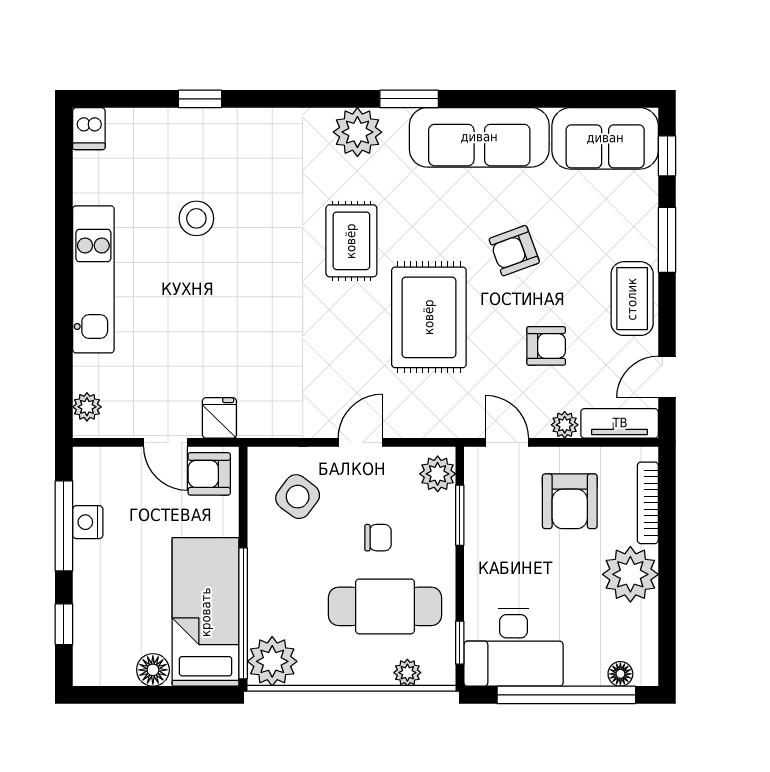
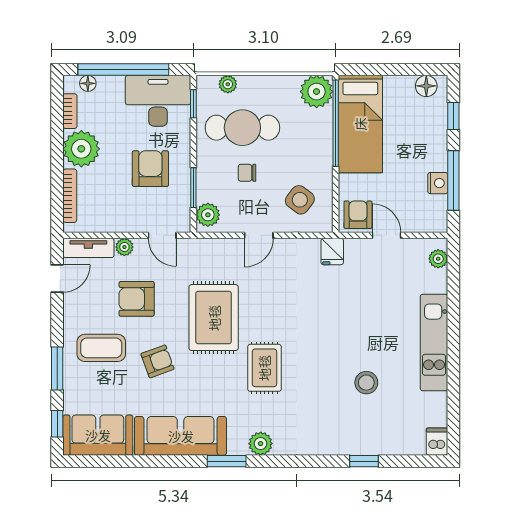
plant: (357, 132) -> (261, 444), width x0.73, depth x0.73
coffee table: (632, 299) -> (101, 348), moved, turned 90
armchair: (546, 346) -> (137, 299), width x1.38, depth x1.38
fridge: (219, 418) -> (332, 251), moved
armchair: (209, 474) -> (358, 215), turned -90
armchair: (570, 501) -> (150, 169), moved
bookcase: (648, 632) -> (70, 111), added
floor lamp: (153, 670) -> (426, 86), moved

